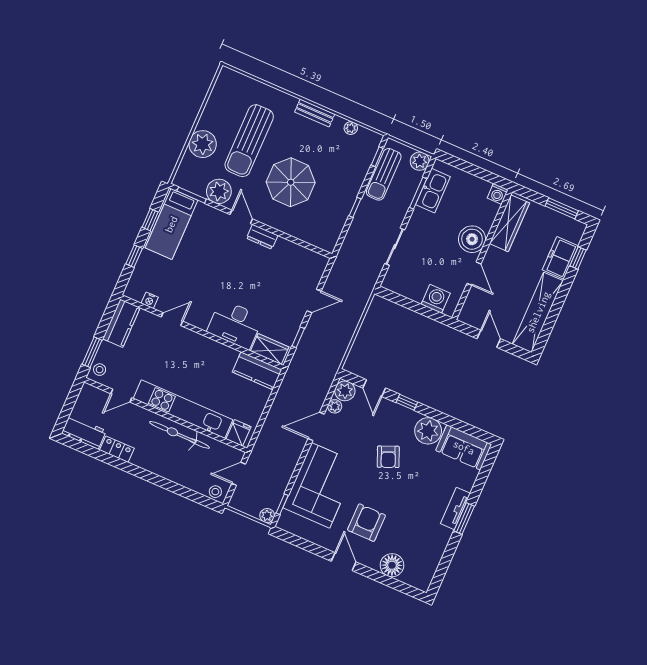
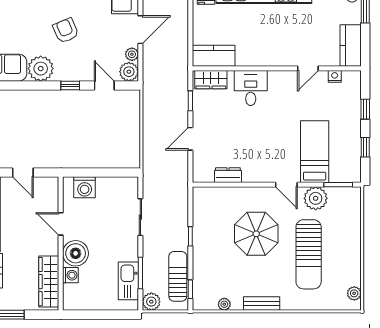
sun lounger: (249, 141) -> (309, 254), turned 180
plant: (203, 144) -> (354, 293), moved, width x0.53, depth x0.53
washing machine: (498, 194) -> (70, 275), moved, turned 90
bed: (171, 224) -> (315, 152), moved
dresser: (262, 237) -> (228, 175), moved
desk: (235, 324) -> (251, 88), width x0.73

